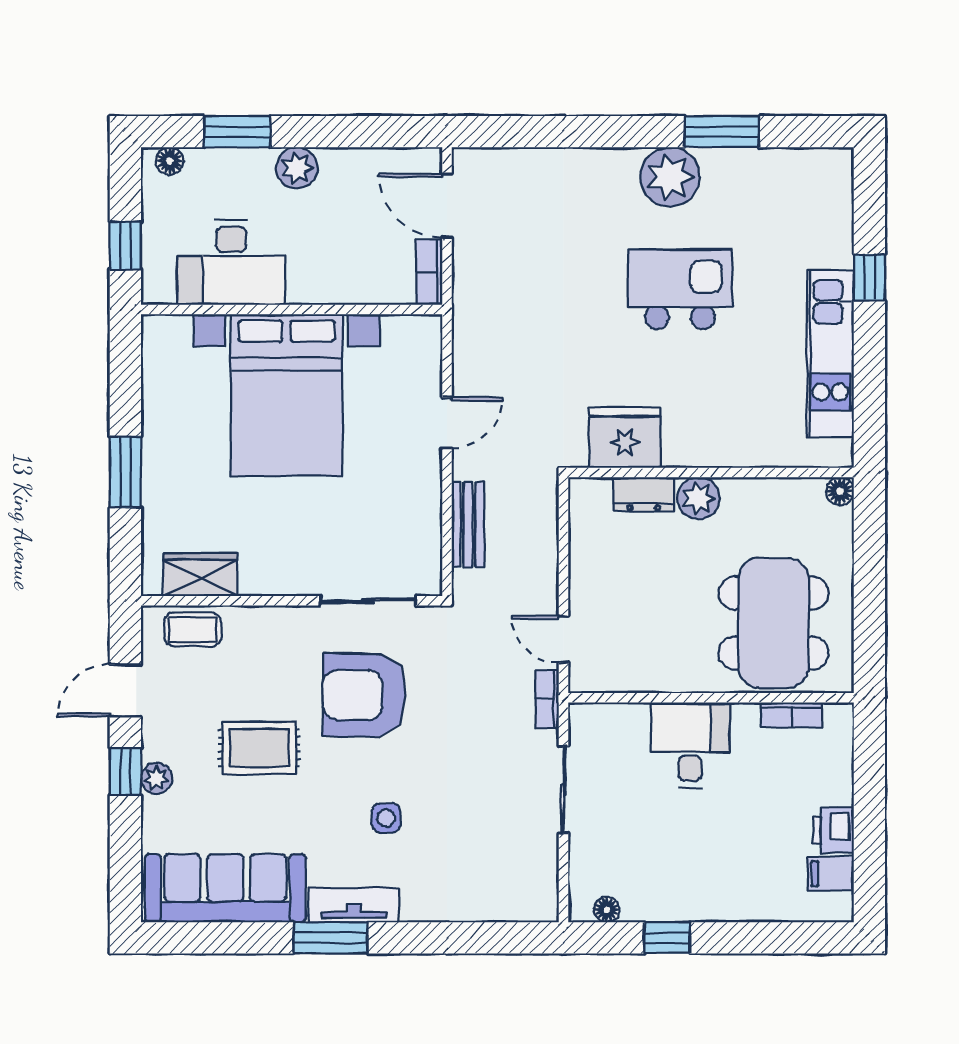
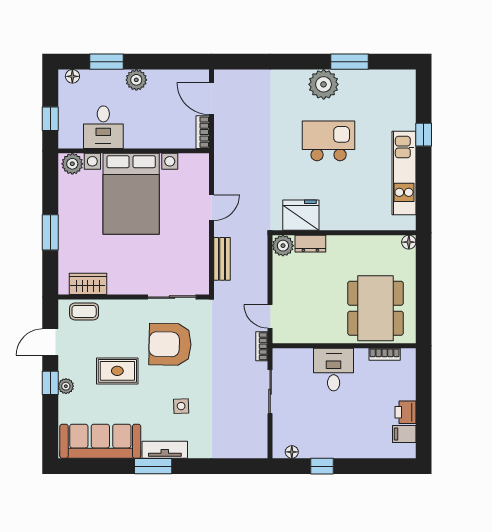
desk: (231, 262) -> (103, 127), width x0.73
plant: (169, 335) -> (72, 164), added
plant: (698, 498) -> (283, 246), moved

